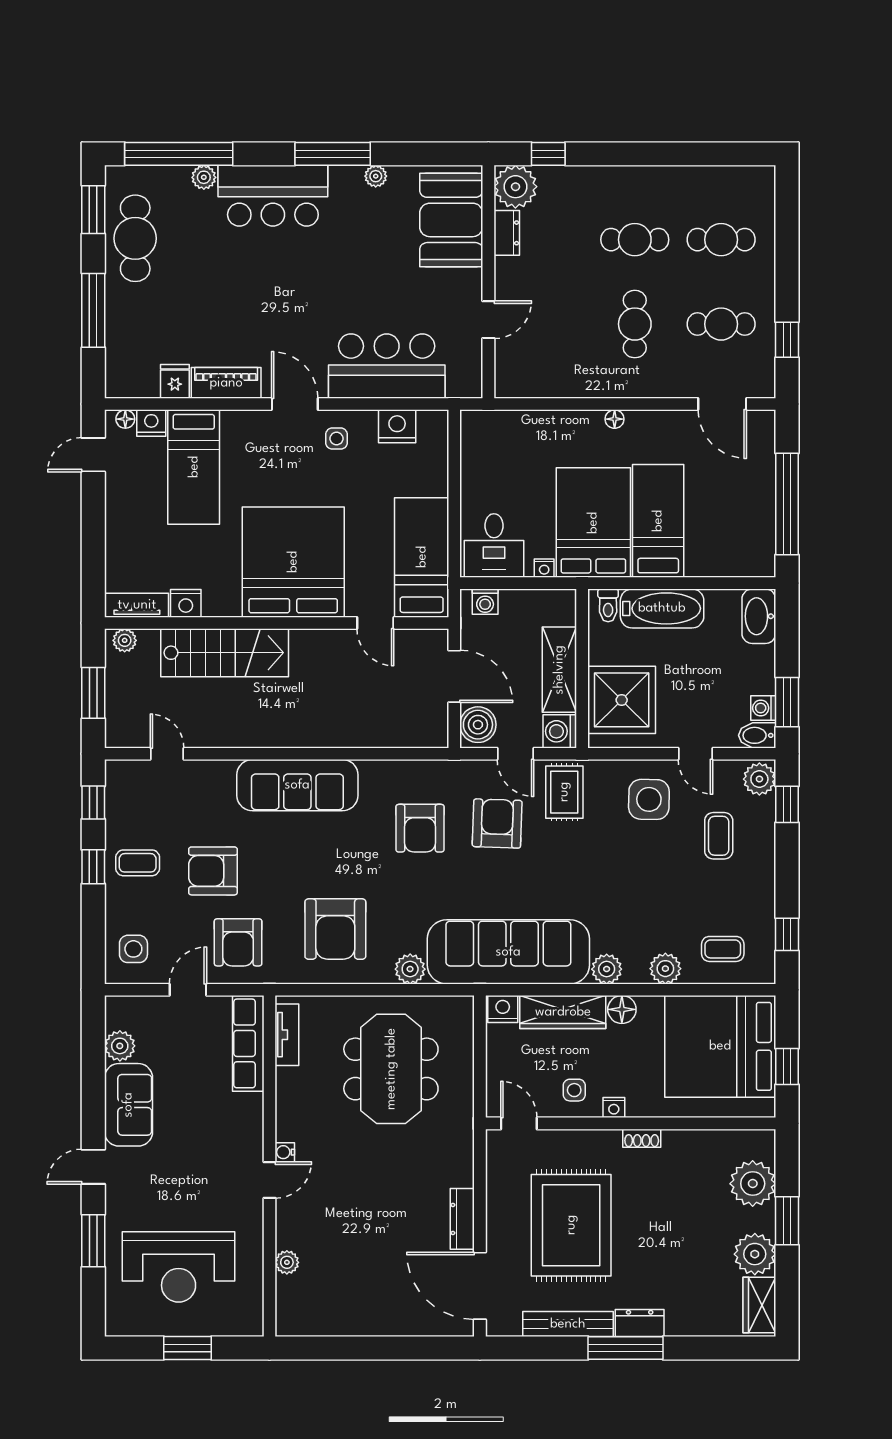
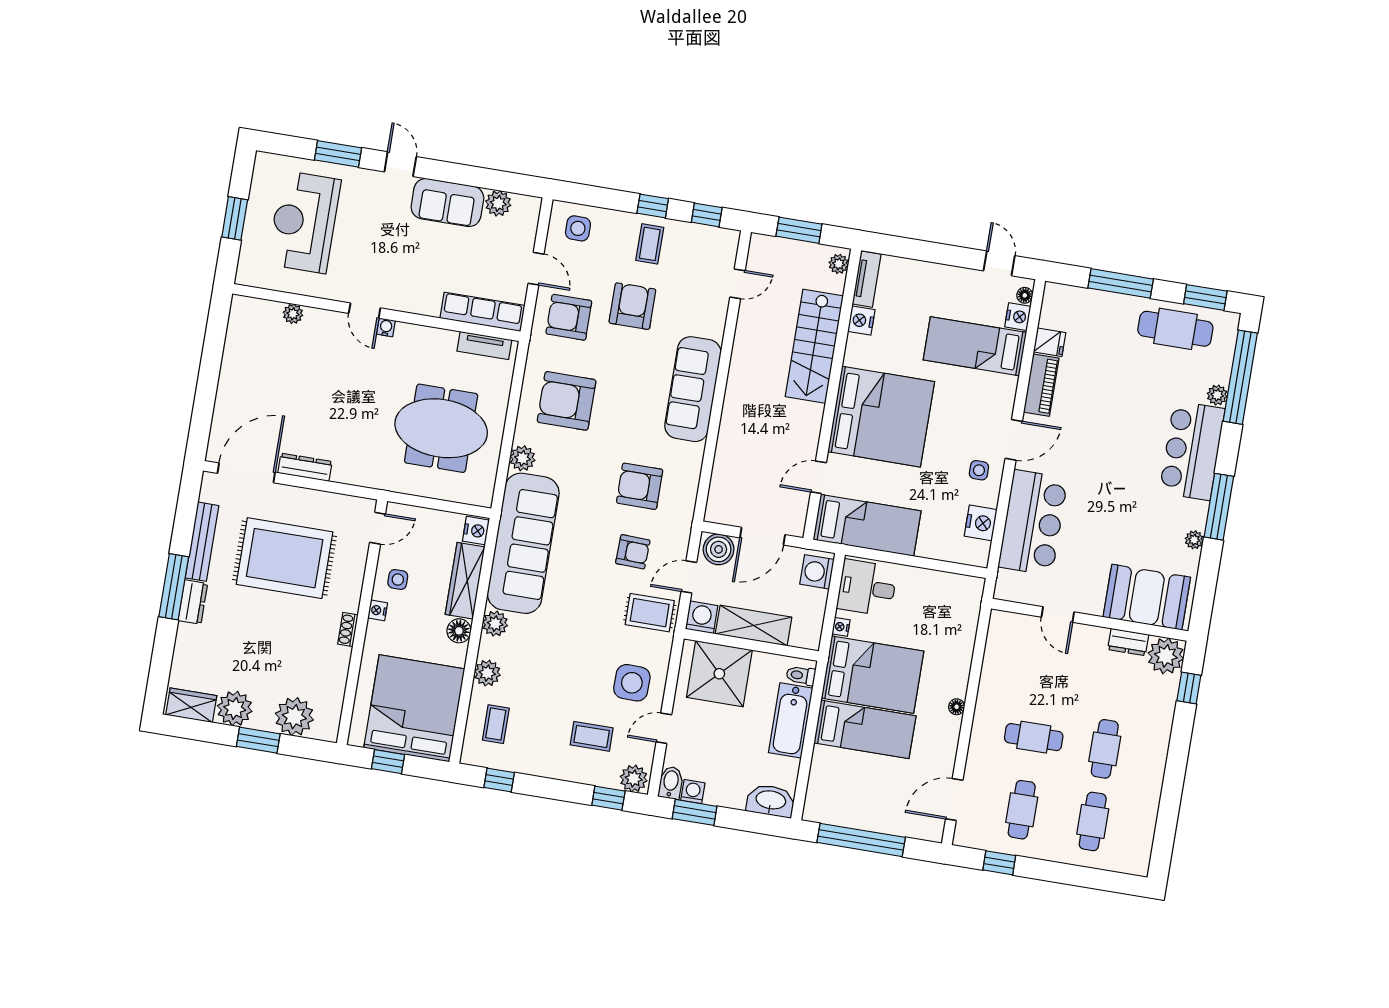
washing machine: (485, 602) -> (817, 572), width x1.38, depth x1.38
armchair: (497, 823) -> (633, 552), width x0.72, depth x0.72

